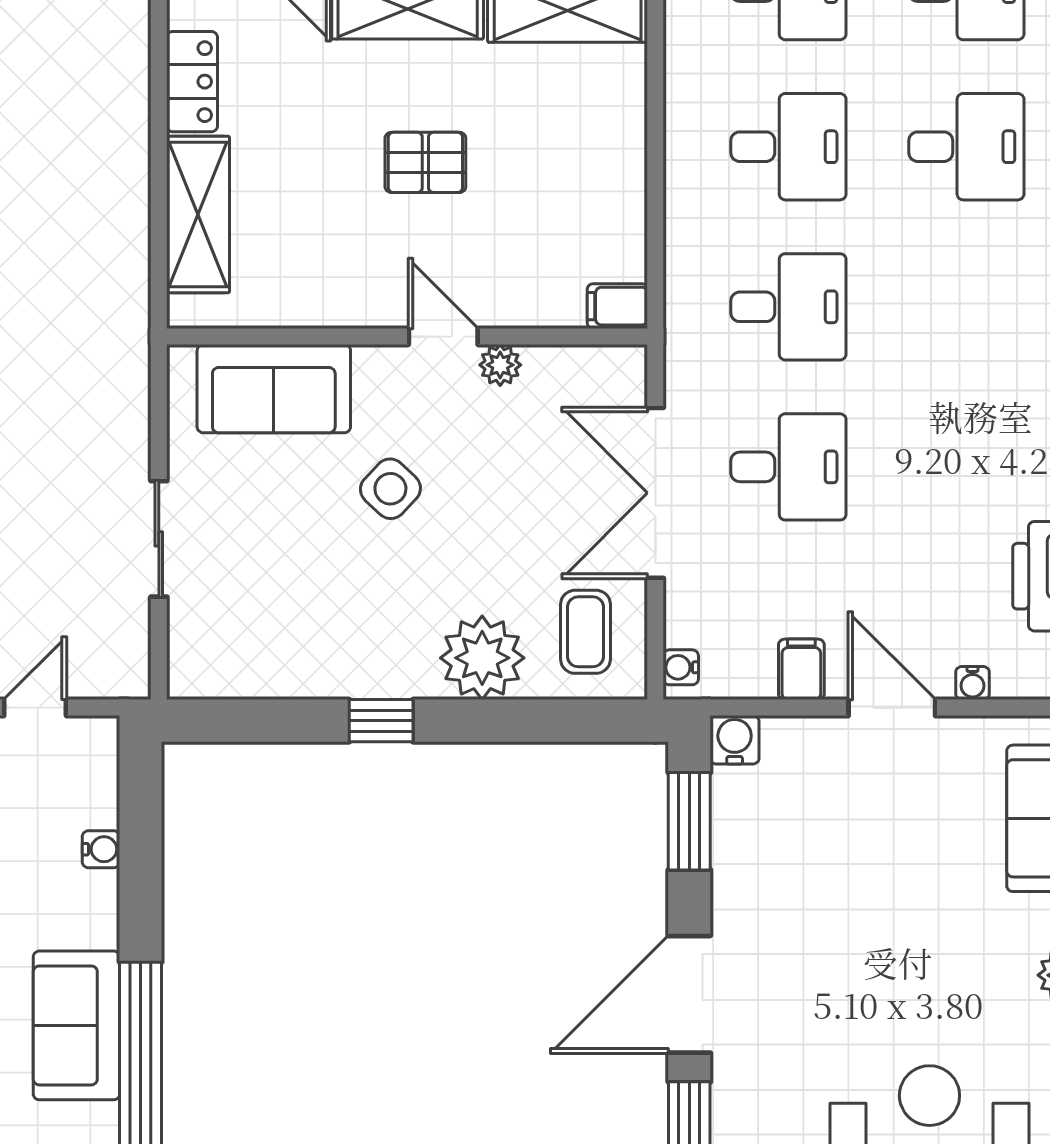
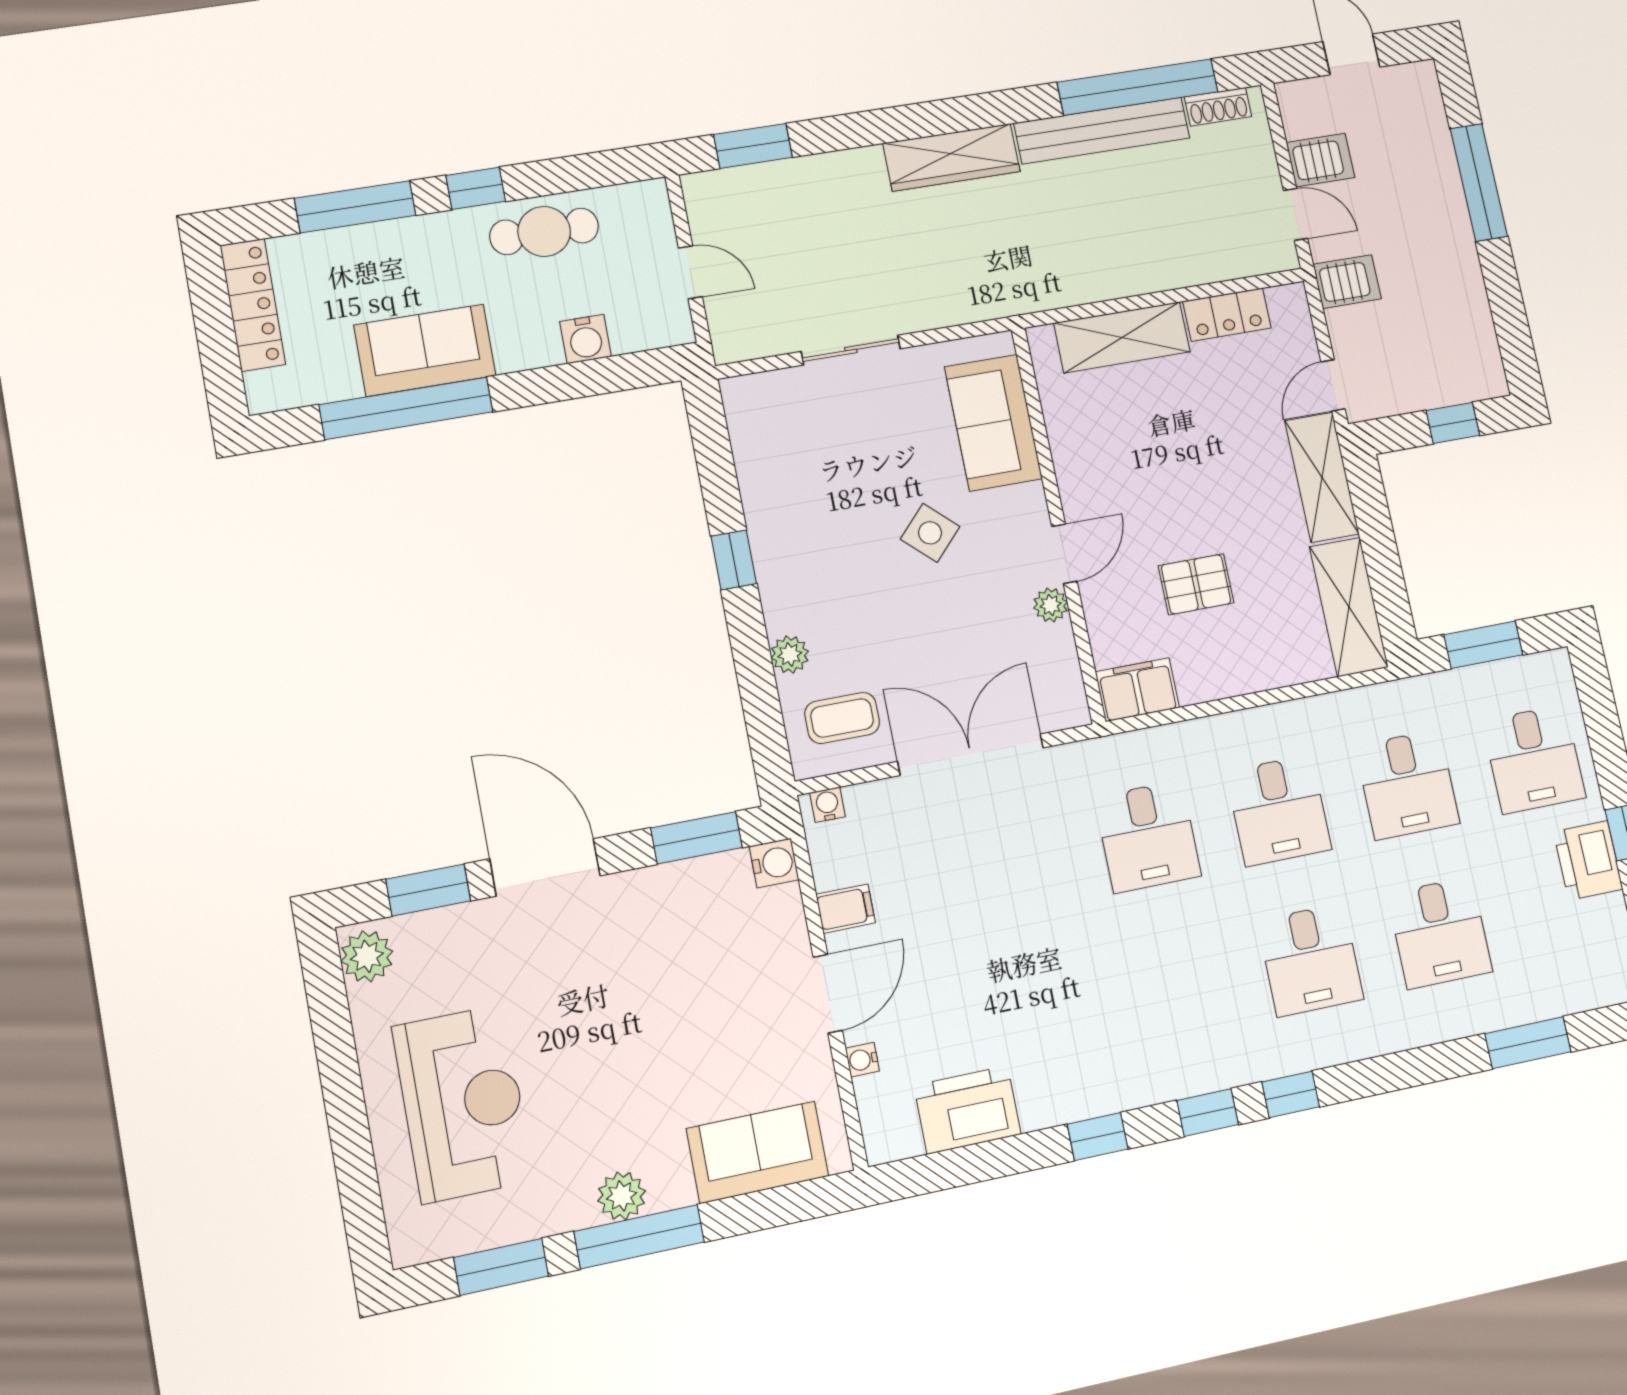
pallet: (425, 162) -> (1196, 584), moved, turned 90
filing cabinet: (617, 306) -> (1137, 690), width x2.00
desk: (788, 467) -> (1015, 863), removed
plant: (482, 658) -> (790, 655), width x0.53, depth x0.53
water cooler: (101, 849) -> (586, 339), width x1.38, depth x1.38

